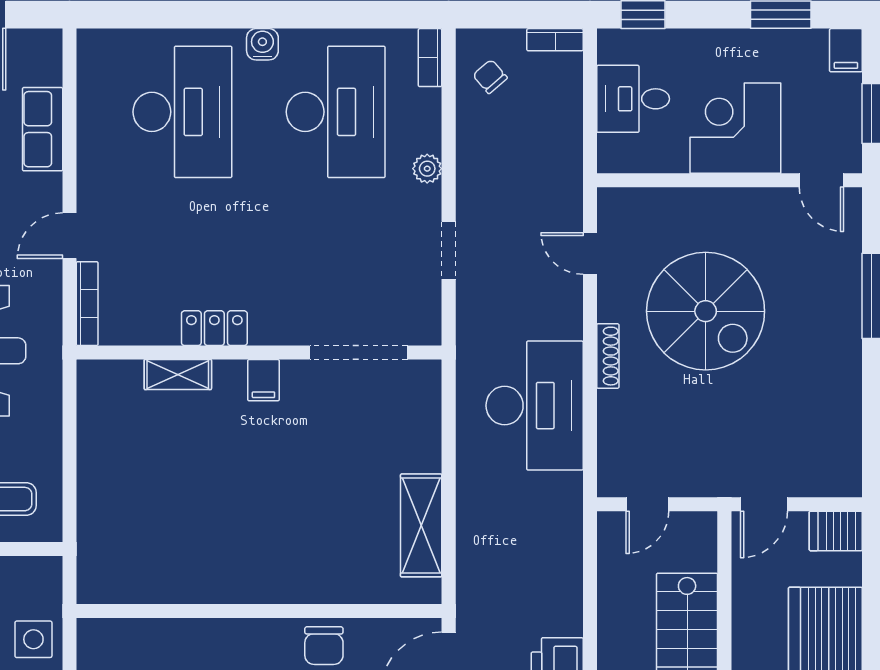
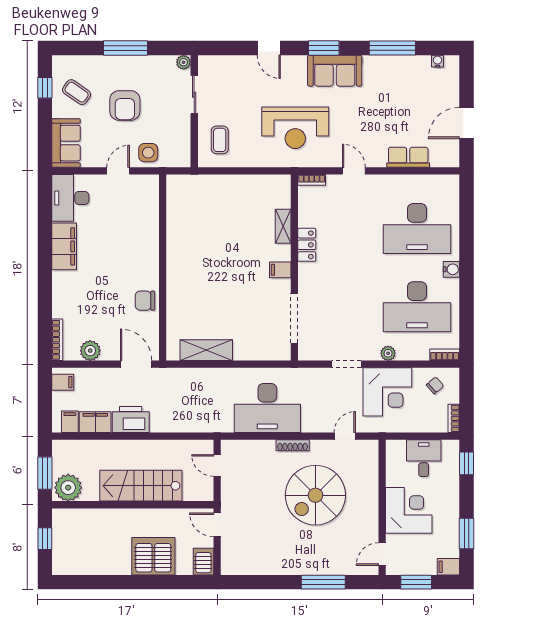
corner desk: (503, 170) -> (387, 392), added
bookcase: (87, 304) -> (312, 180), width x0.64

